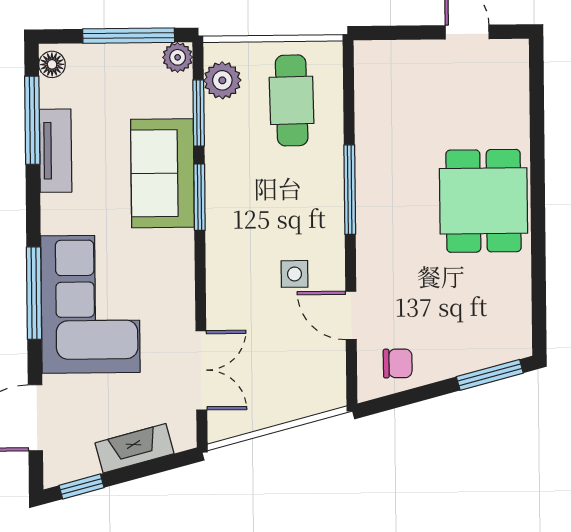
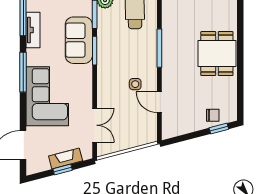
window: (34, 293) -> (23, 72), moved
chair: (398, 363) -> (213, 115), moved
window: (490, 375) -> (219, 128), width x0.67
window: (81, 486) -> (63, 169), moved

